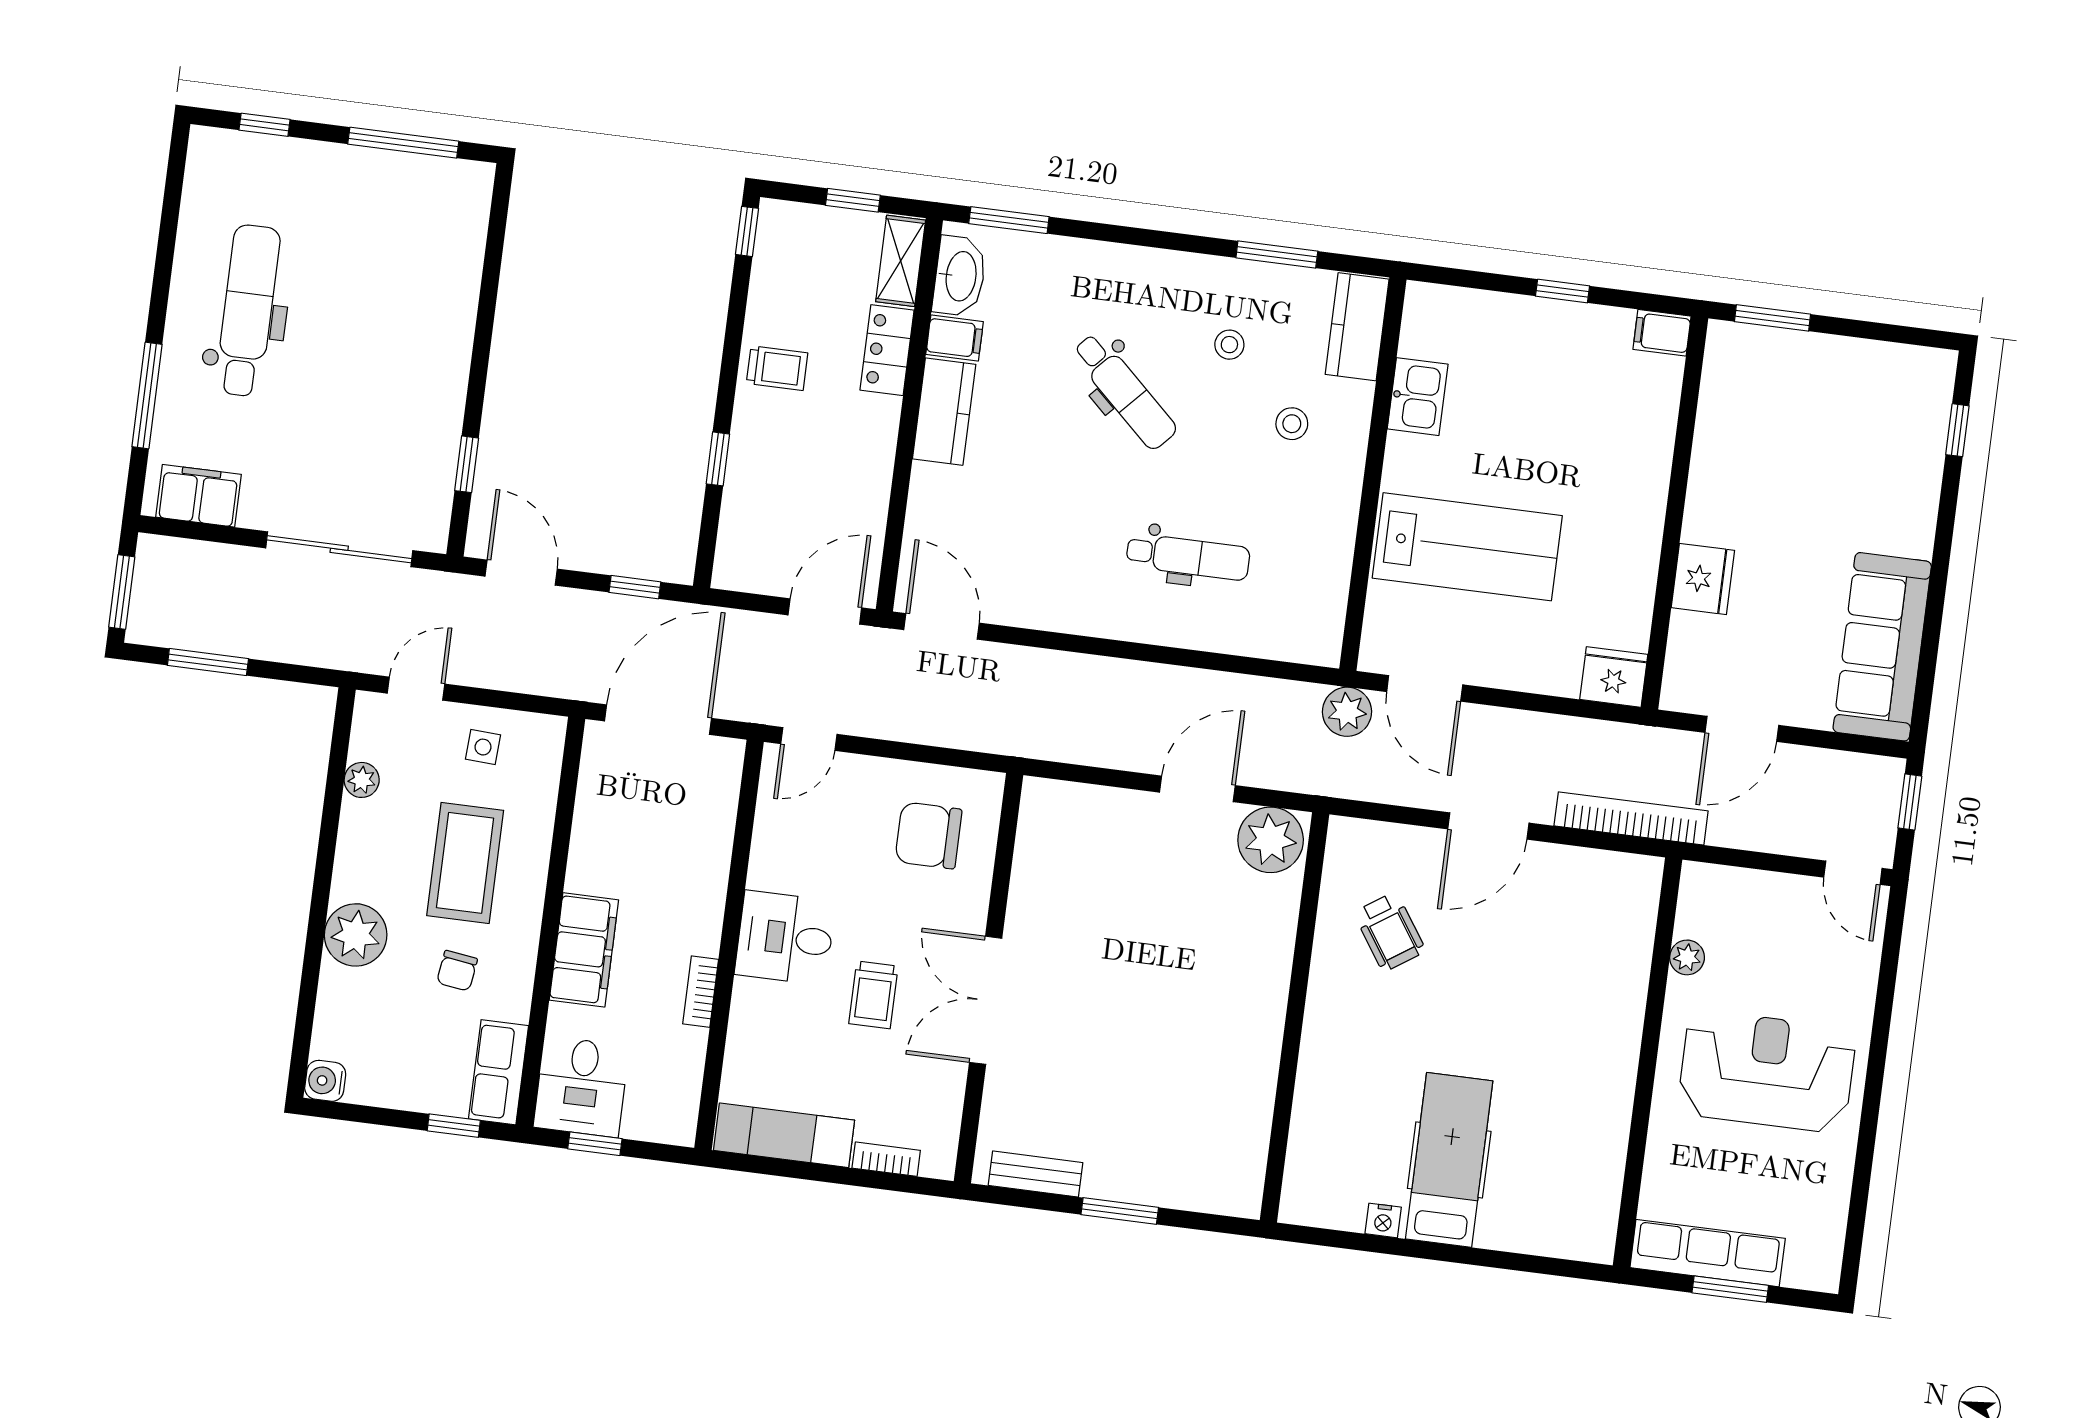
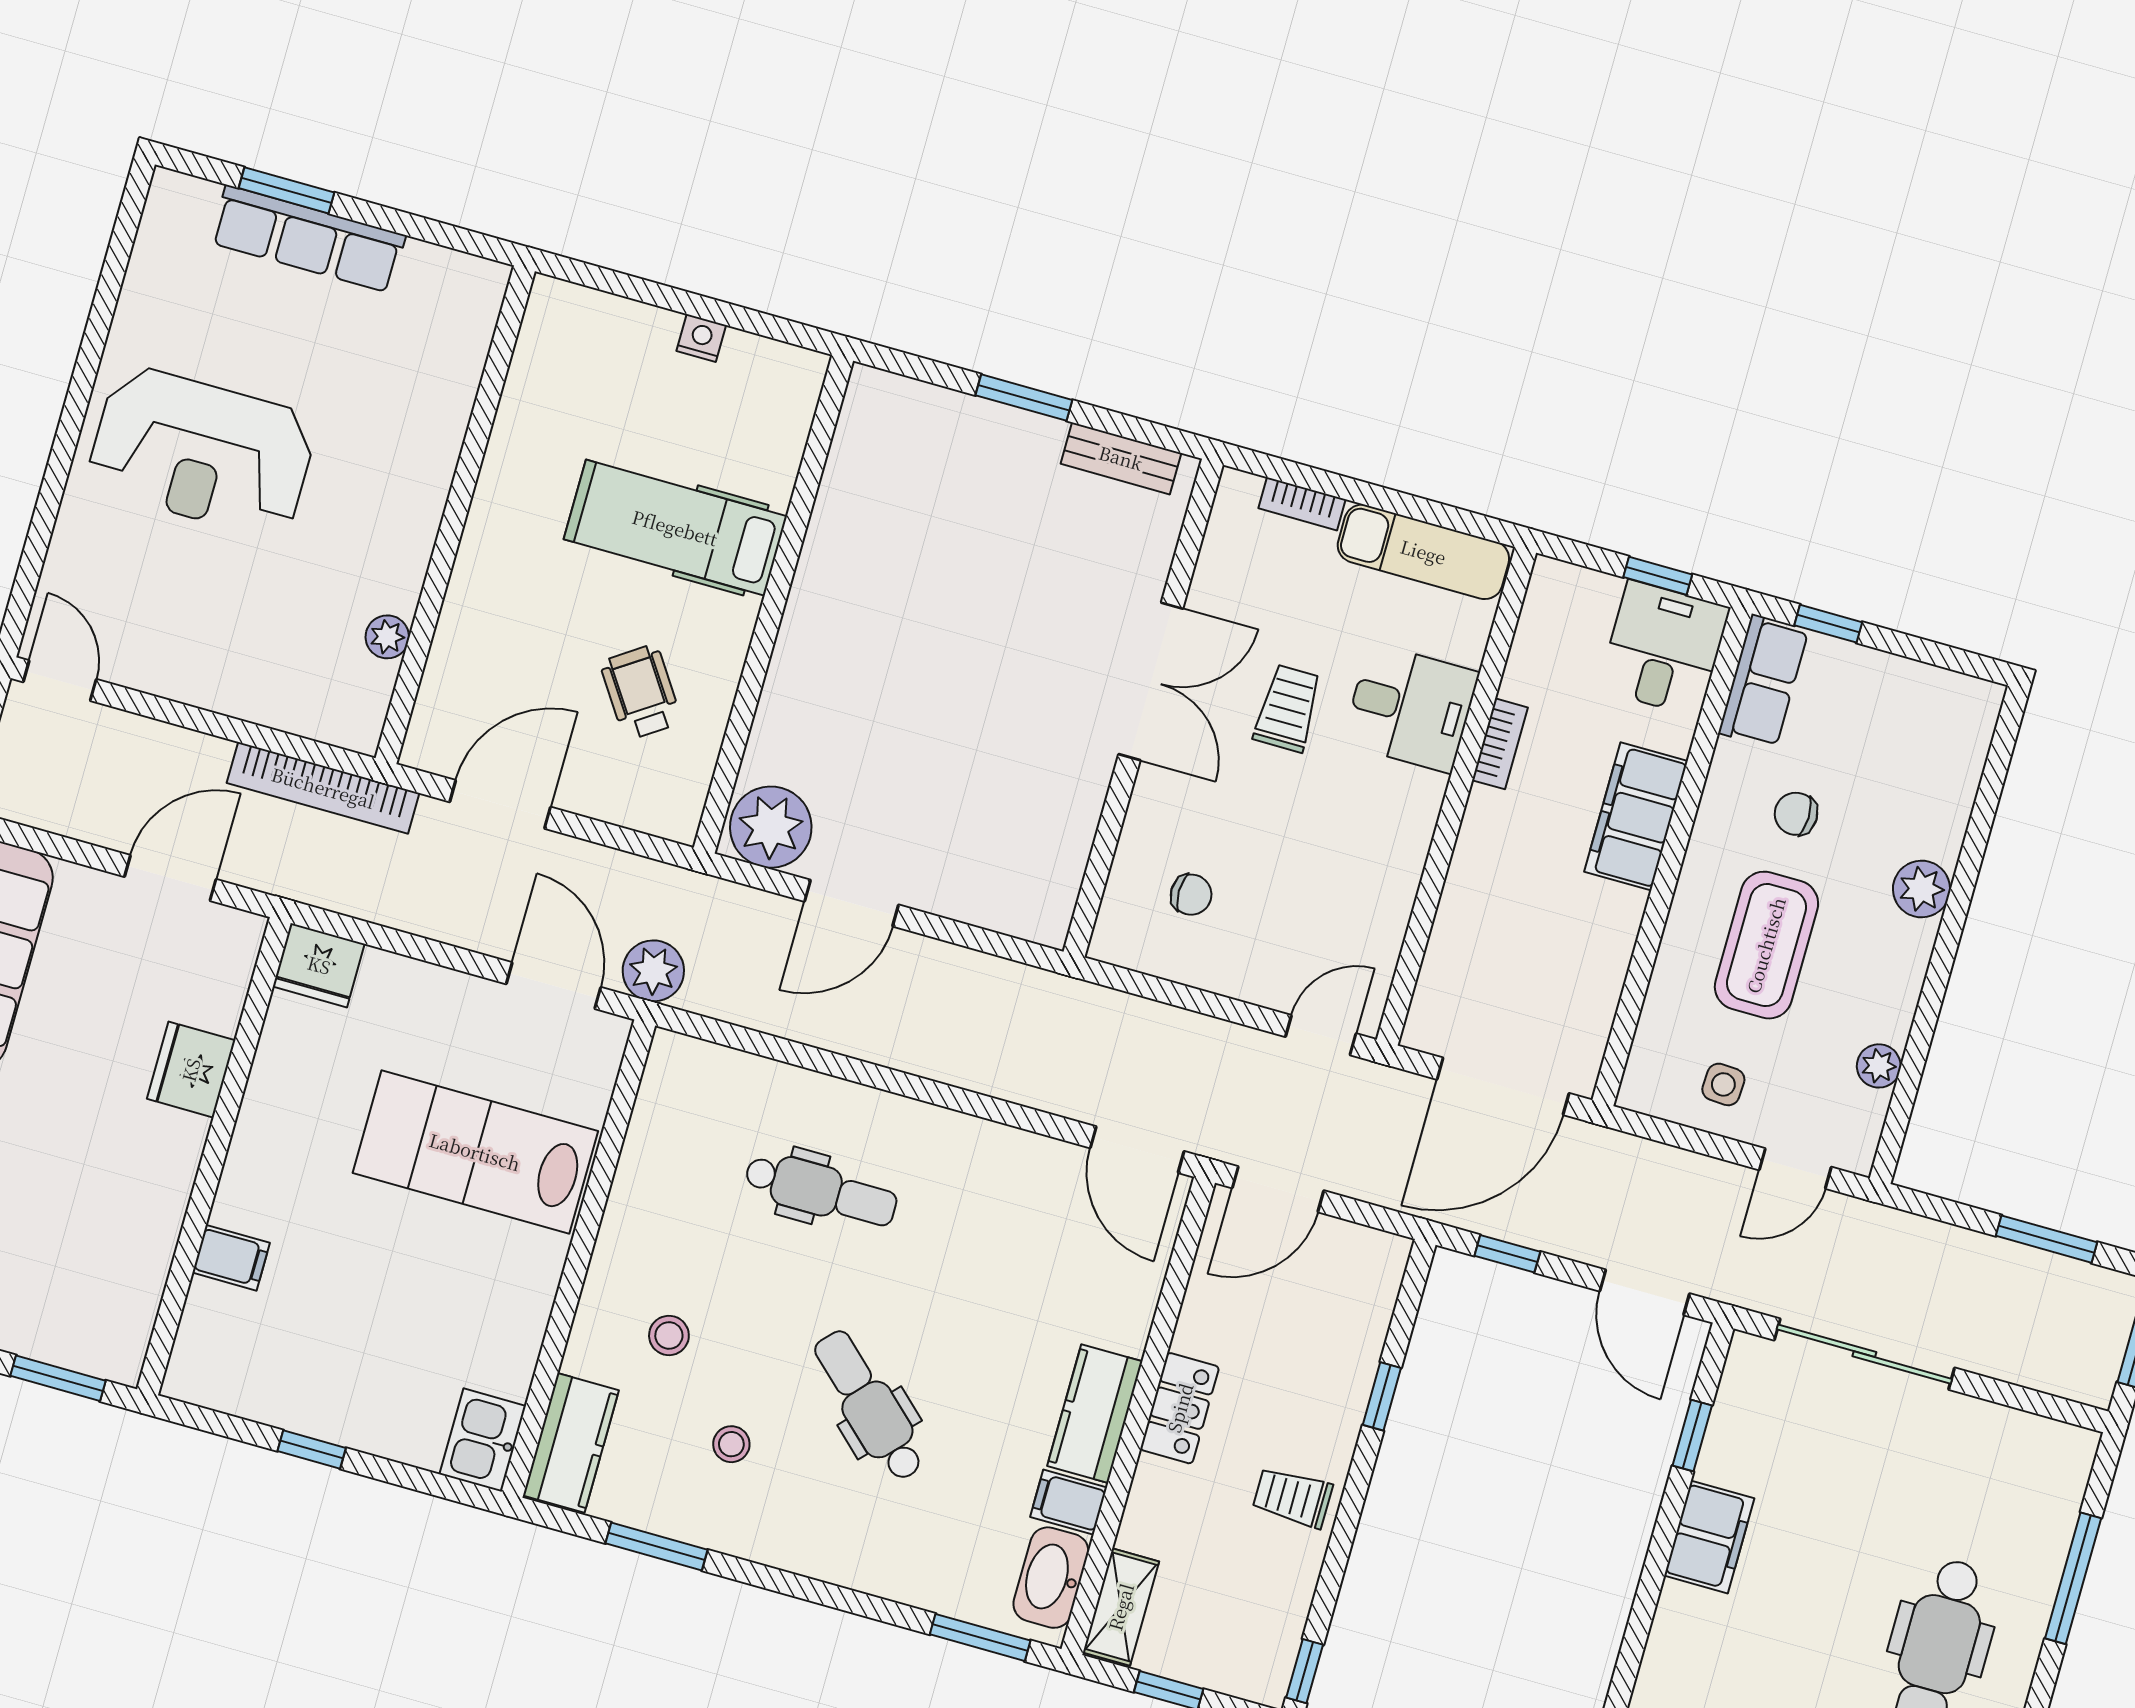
filing cabinet: (1662, 333) -> (231, 1258), moved
locker: (887, 350) -> (1180, 1408), moved
kitchen sink: (1418, 397) -> (483, 1440), moved
filing cabinet: (199, 496) -> (1709, 1537), moved, turned -90
dental chair: (1188, 557) -> (821, 1190), turned 180
chair: (928, 835) -> (1191, 895), width x0.54, depth x0.54
plant: (356, 935) -> (1922, 889), width x0.73, depth x0.73
desk: (785, 938) -> (1410, 708), moved
plant: (1687, 957) -> (387, 637), moved
chair: (457, 971) -> (1796, 814), turned -97
wall: (1647, 1062) -> (455, 515), moved
water cooler: (325, 1081) -> (1978, 702), removed
hospital bed: (1449, 1160) -> (675, 528), moved, turned 90

